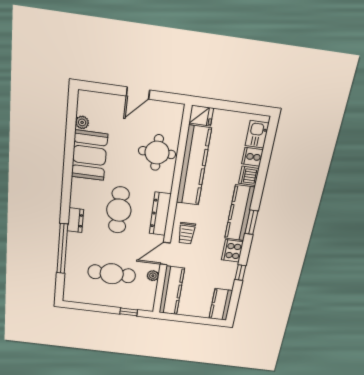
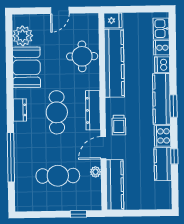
plant: (82, 122) -> (23, 36), width x1.87, depth x1.87
dresser: (75, 220) -> (20, 110), moved
kitchen counter: (221, 305) -> (163, 164), moved

